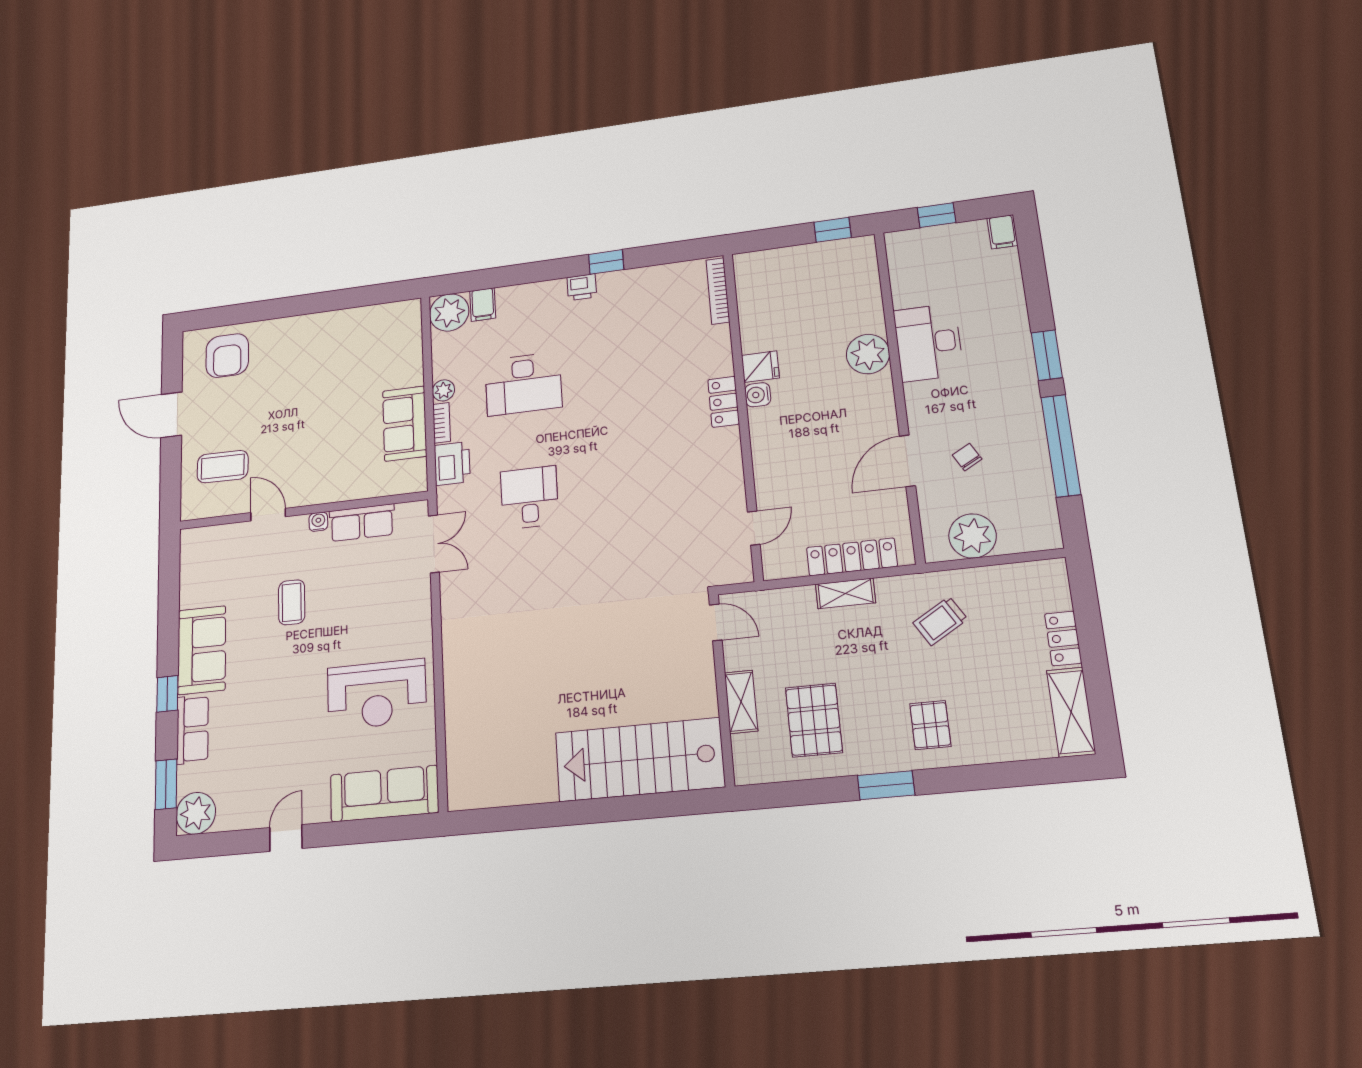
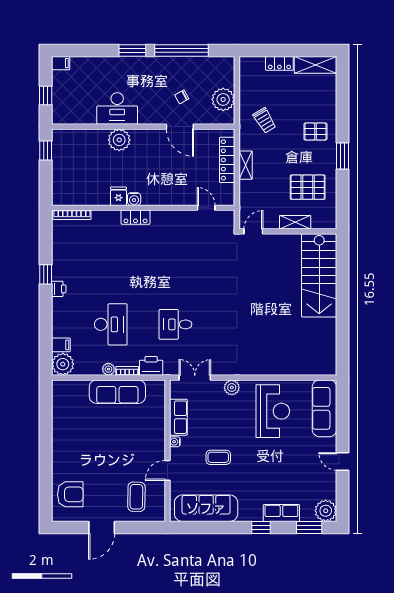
sofa: (405, 424) -> (117, 392), width x1.36
plant: (418, 613) -> (232, 387), added
sofa: (202, 650) -> (206, 508), moved, width x1.36

